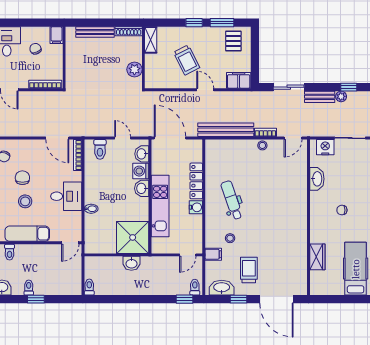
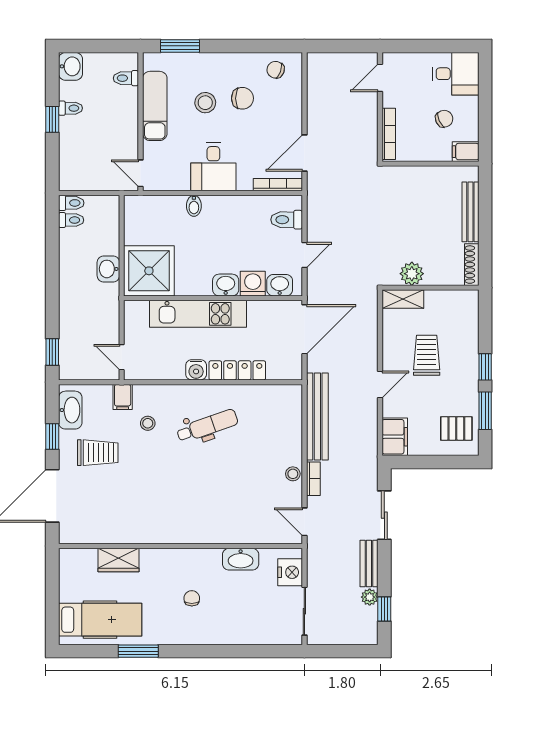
shelving: (151, 40) -> (403, 299), moved
trolley: (187, 60) -> (427, 355), turned 117
toilet: (195, 287) -> (71, 220), moved

